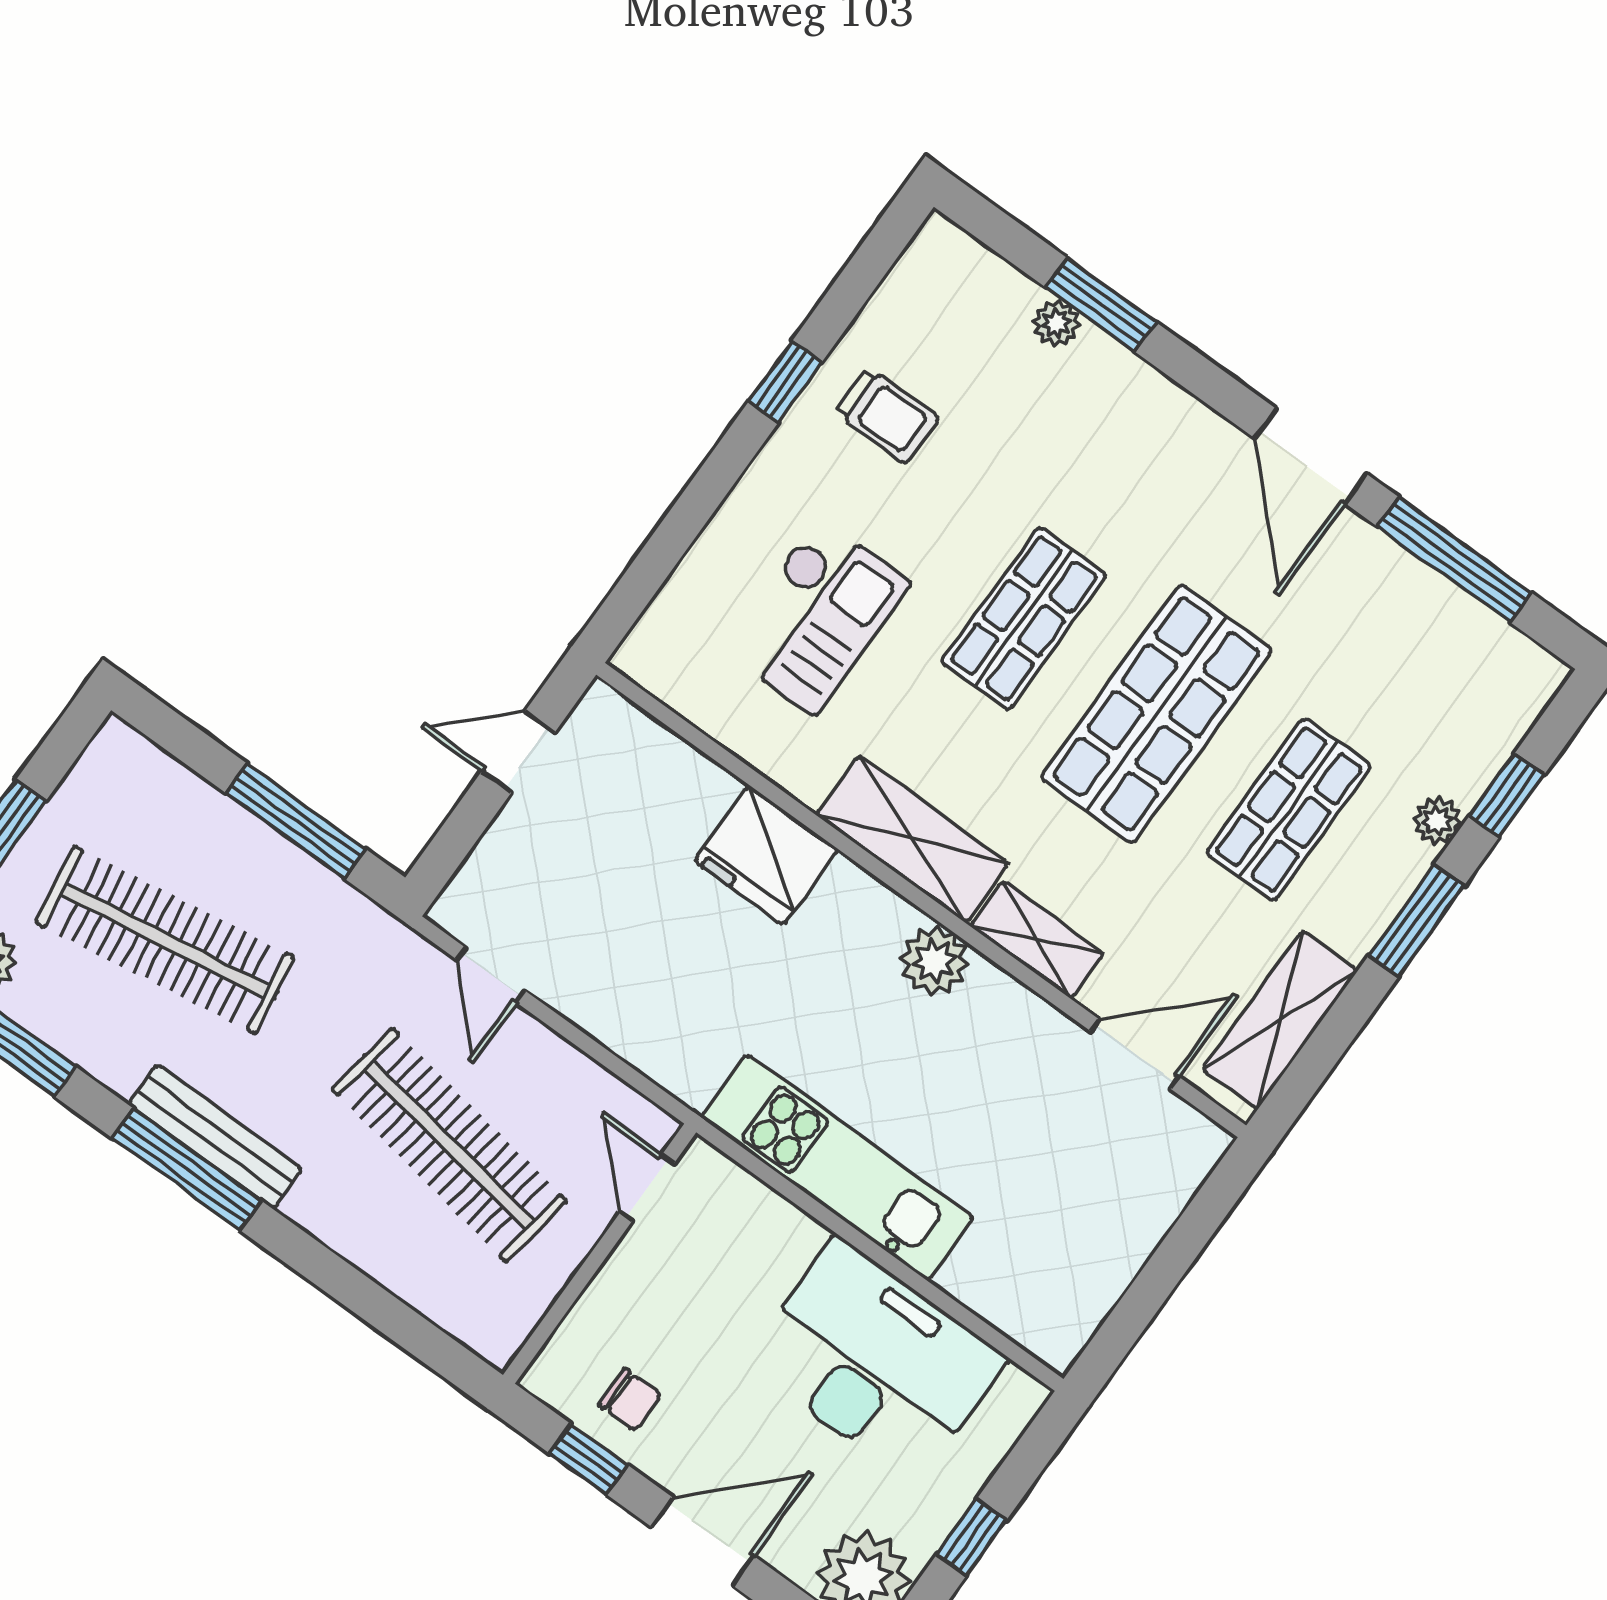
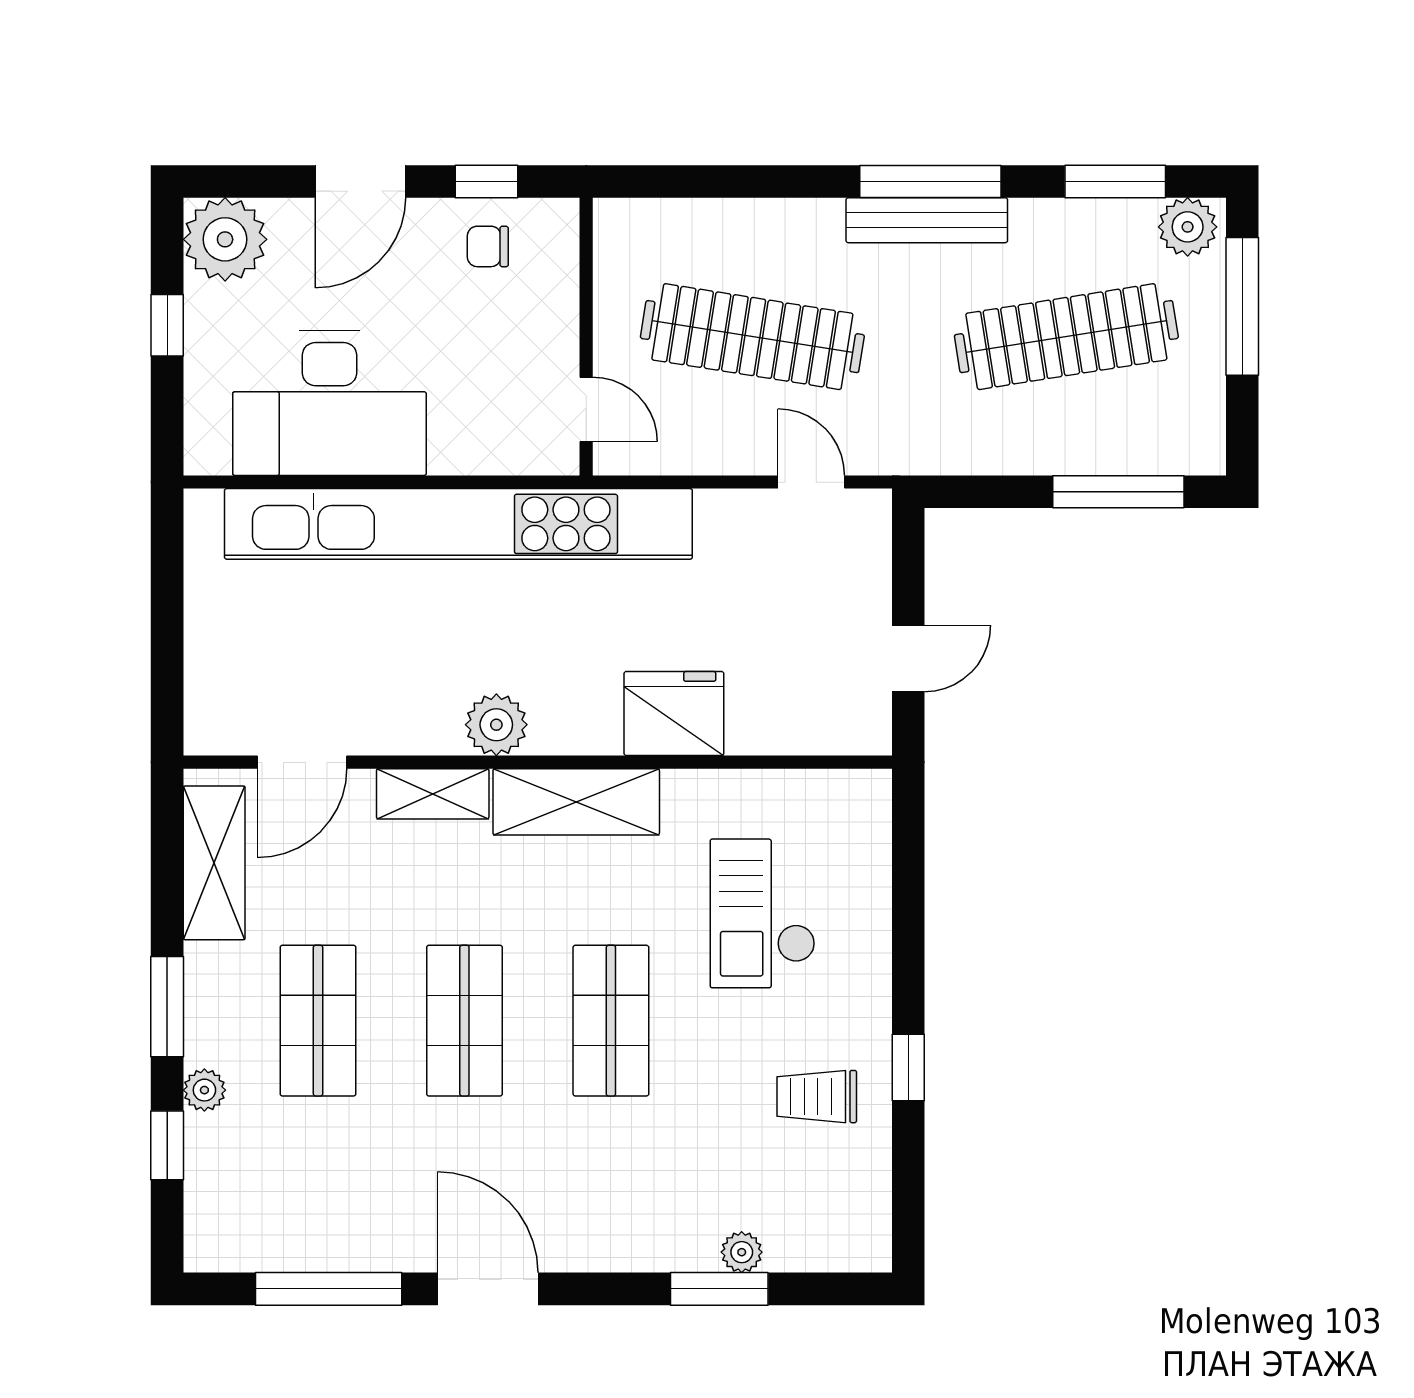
shop shelf: (1156, 714) -> (464, 1021), width x0.70, depth x0.74
window: (296, 821) -> (1118, 492), moved
kitchen unit: (838, 1167) -> (458, 524), width x1.86

